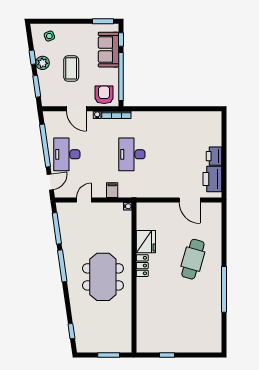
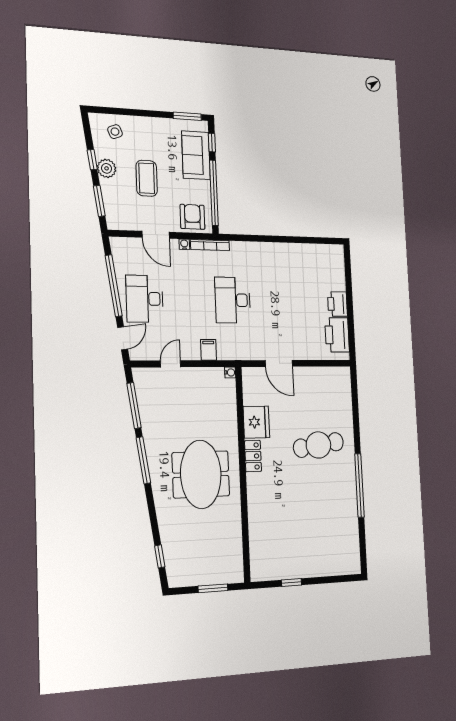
door: (190, 200) -> (279, 363), moved
cafe table: (193, 259) -> (318, 445), turned 66

